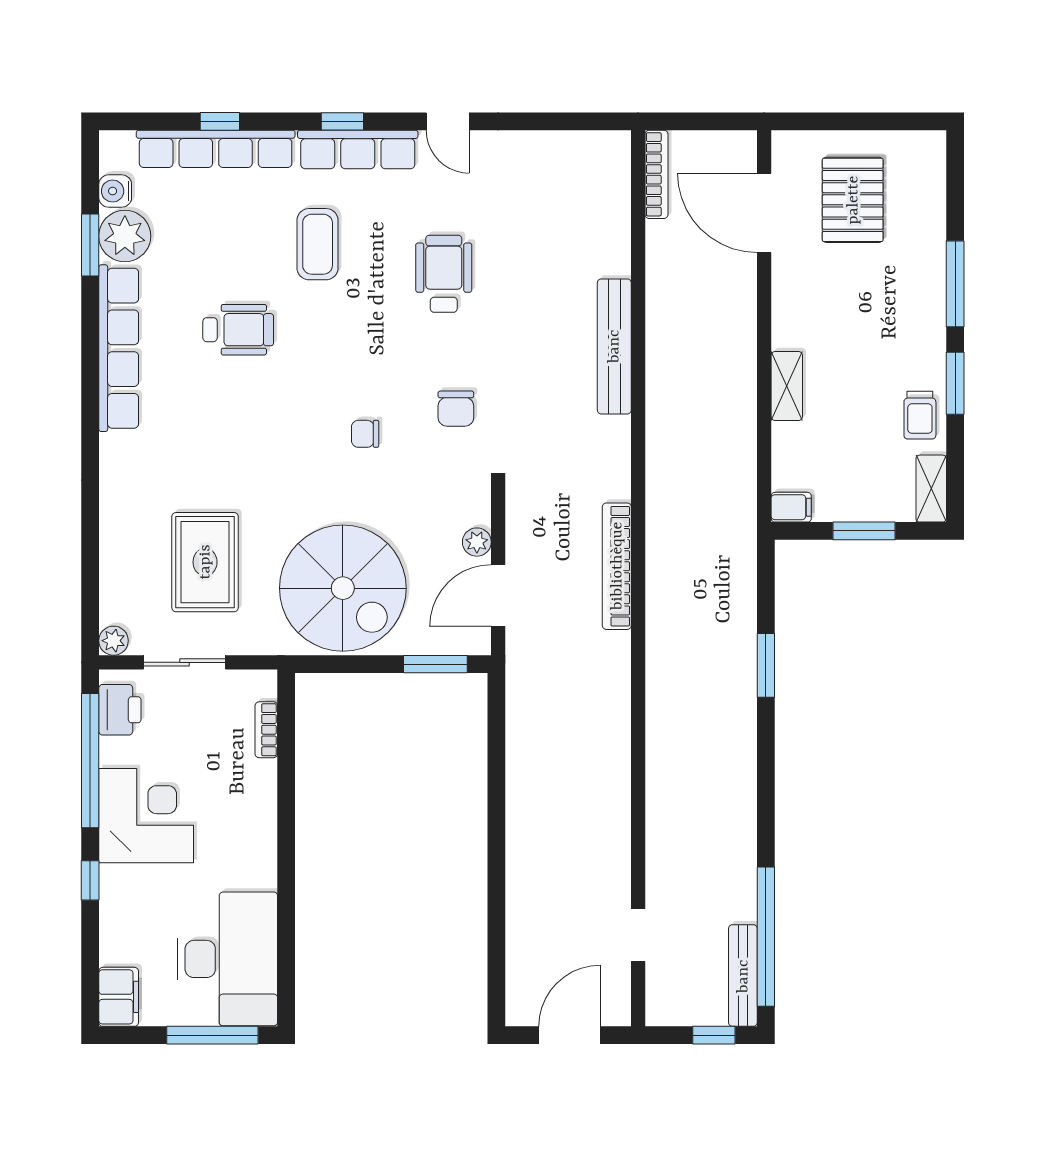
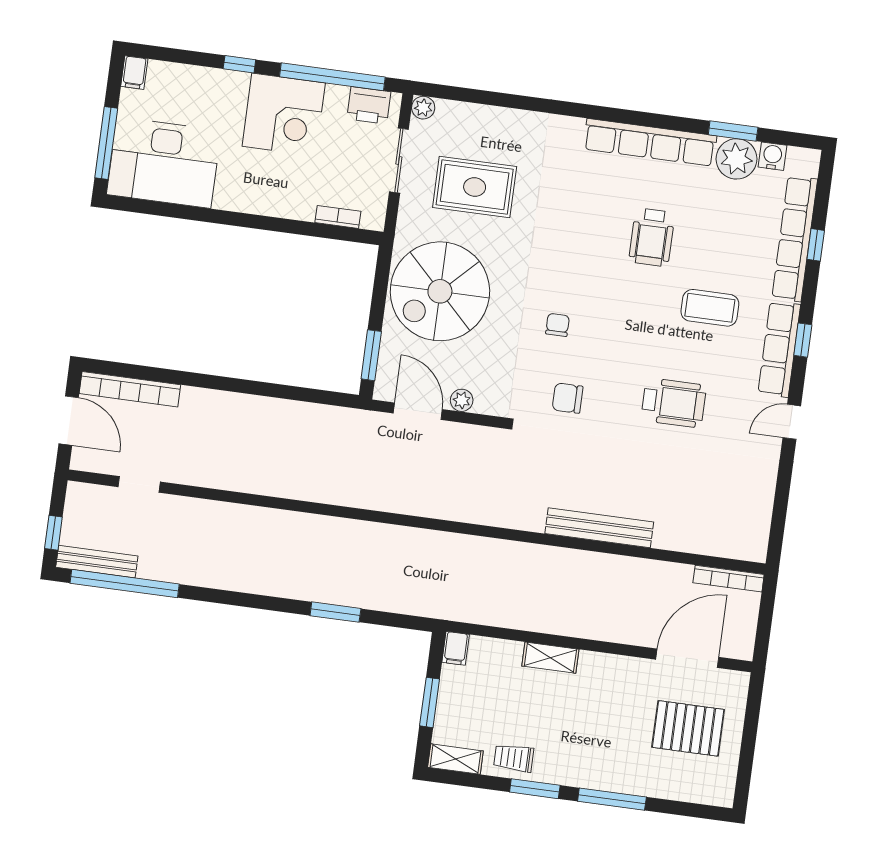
bookcase: (617, 566) -> (130, 389), moved, turned 180
filing cabinet: (119, 997) -> (134, 73), width x0.50

